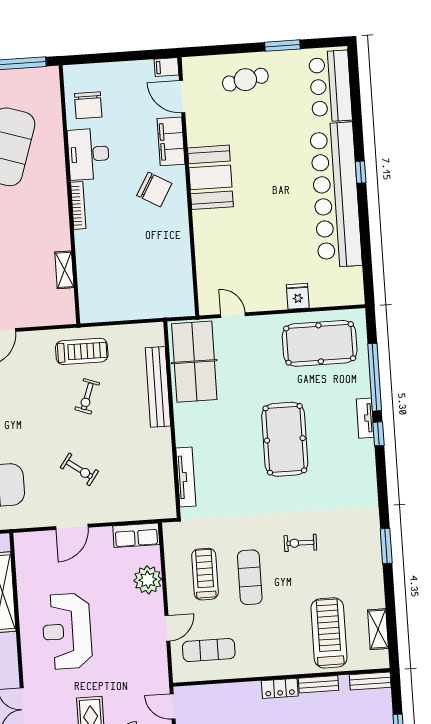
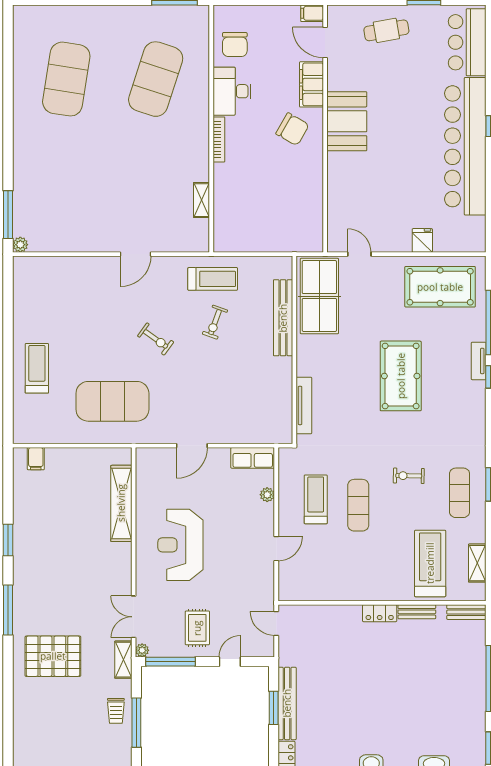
exercise bike: (79, 469) -> (156, 339), moved
plant: (148, 580) -> (267, 495), width x0.53, depth x0.53
exercise mat: (209, 650) -> (460, 493), moved, turned 90

